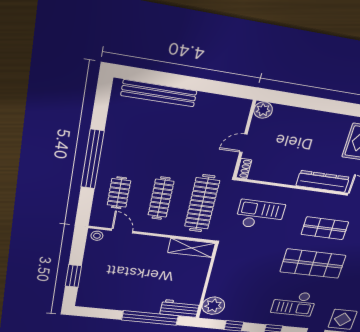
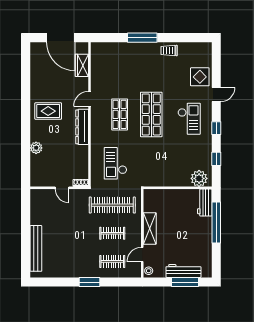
plant: (263, 110) -> (36, 148), moved
window: (92, 159) -> (90, 282), width x0.47
clothes rail: (161, 198) -> (112, 233), width x0.73
shelving: (192, 248) -> (150, 229), moved
window: (73, 276) -> (185, 282), width x1.44
workbench: (90, 276) -> (183, 271), added

